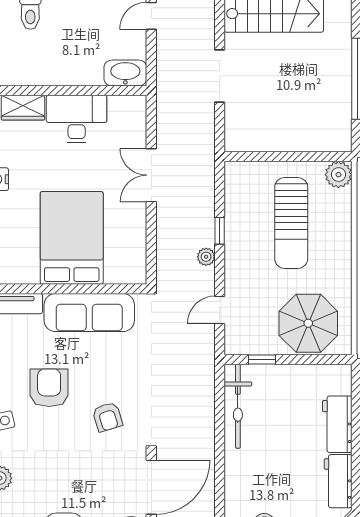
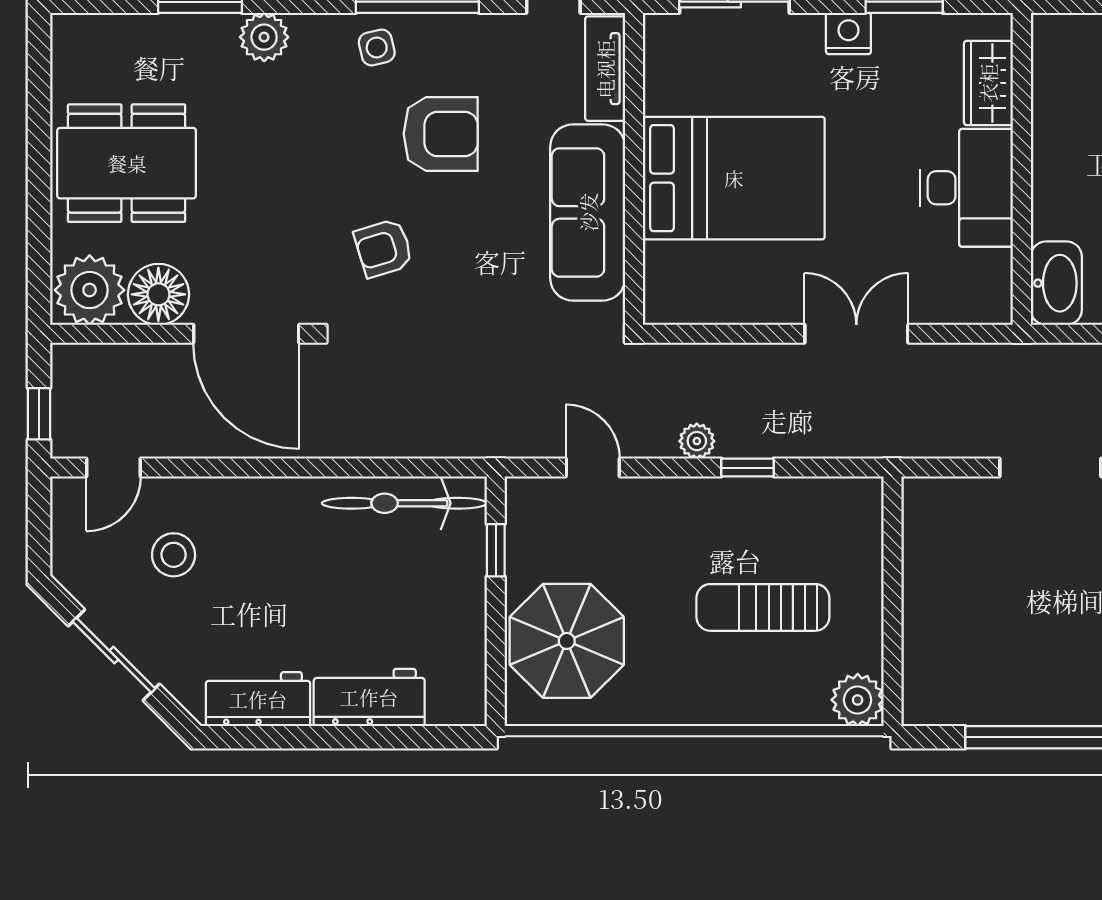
sun lounger: (291, 223) -> (763, 607), width x0.73, depth x0.75

